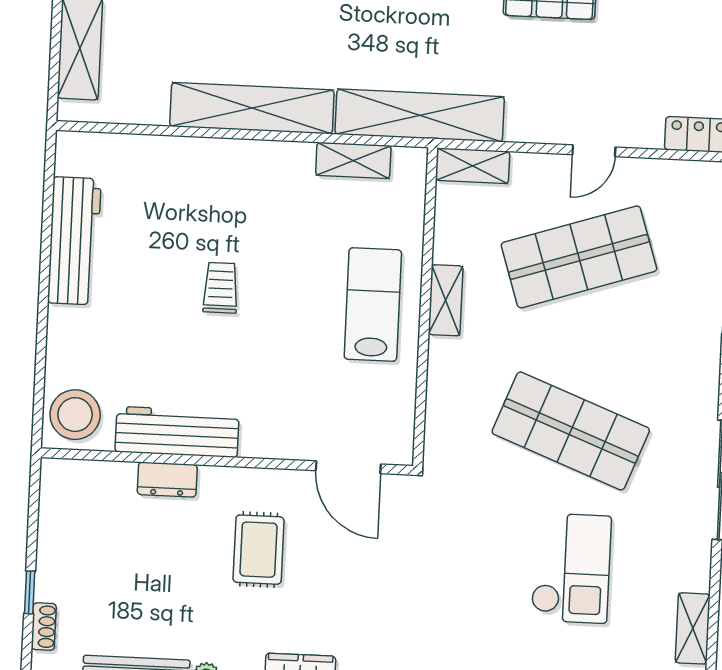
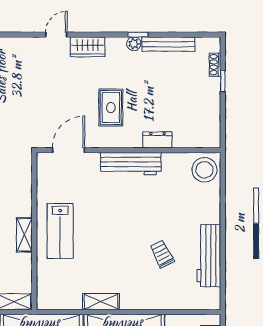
shelving: (353, 160) -> (101, 302), moved
trolley: (221, 288) -> (162, 254), moved, turned 153
workbench: (177, 432) -> (131, 164), moved
door: (348, 467) -> (68, 150), hinge flipped

